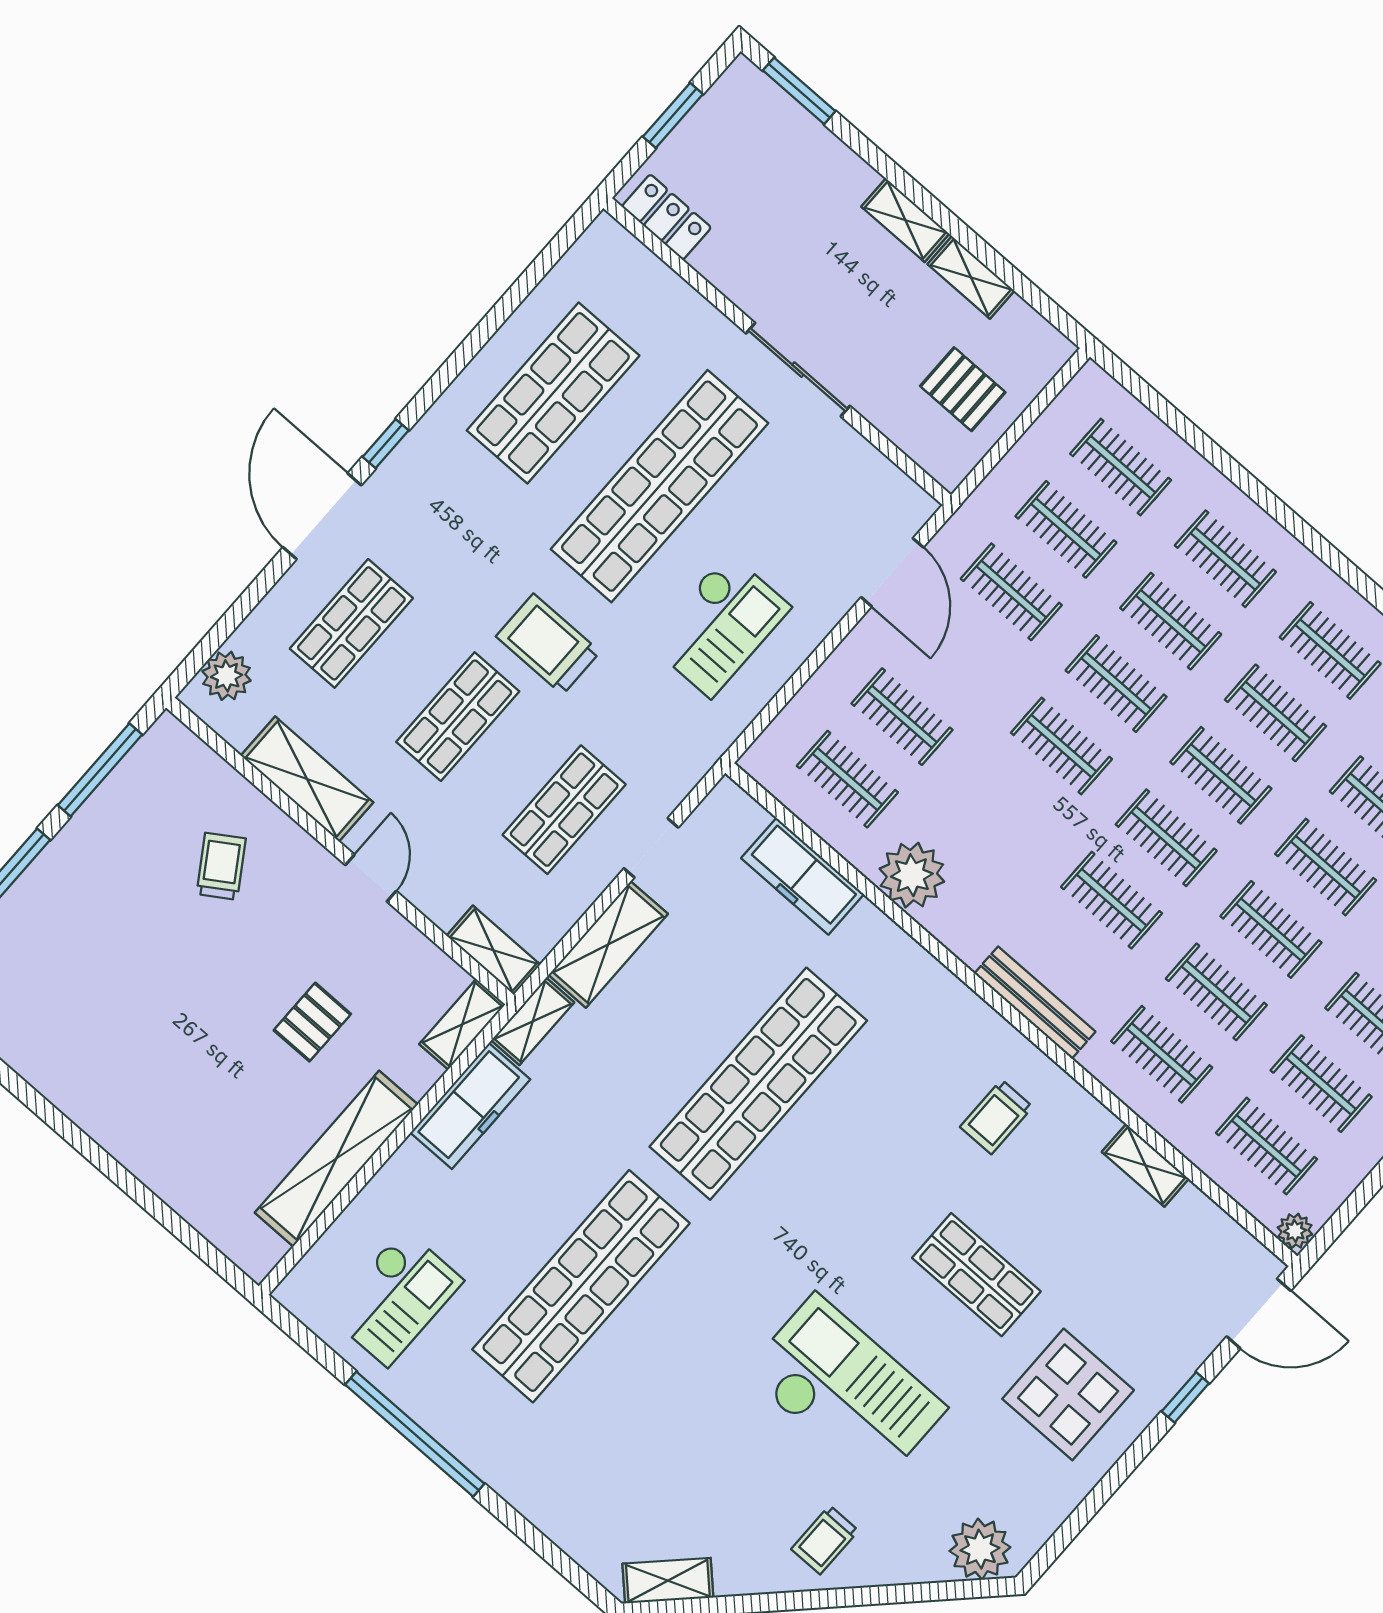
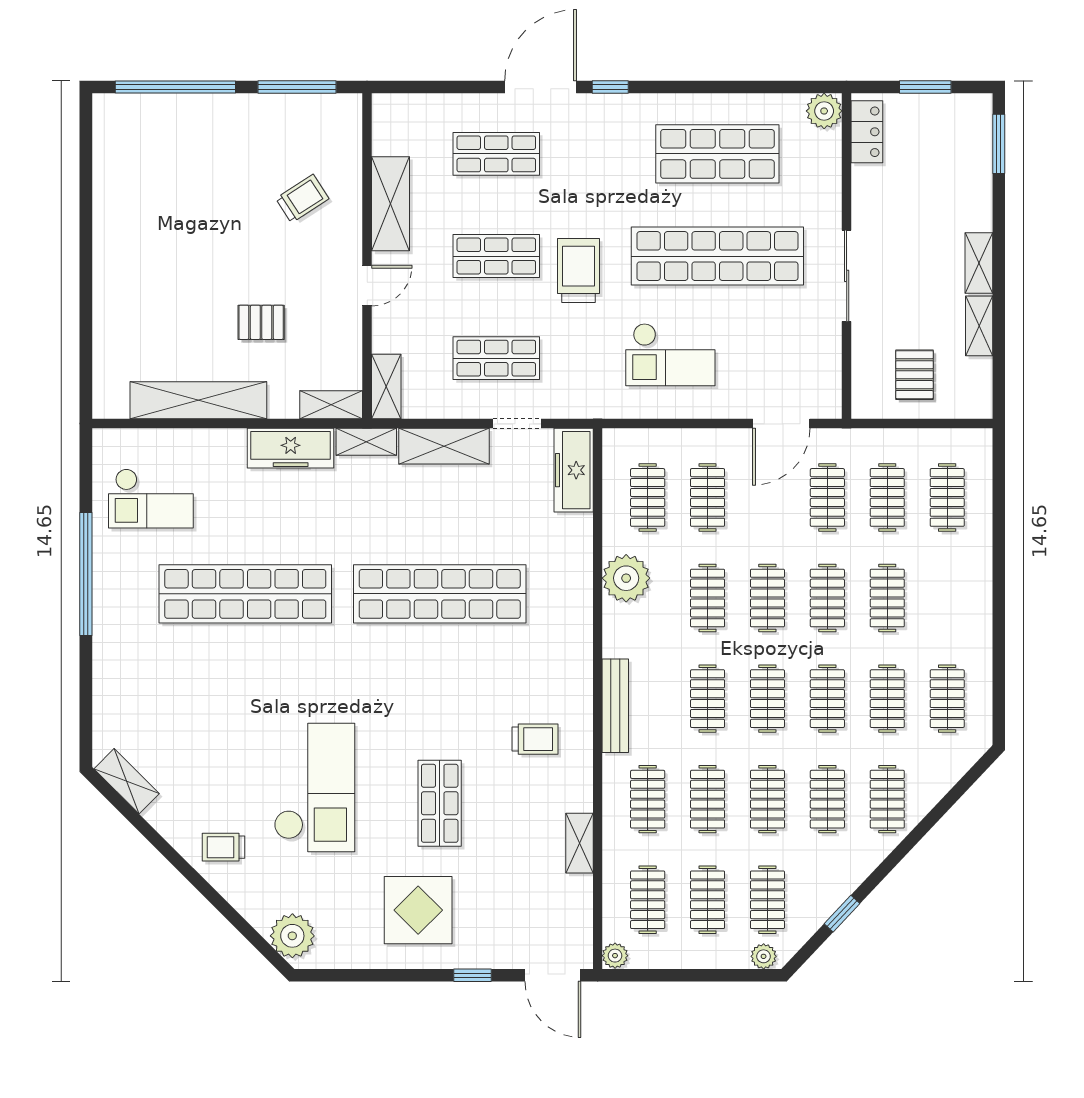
clothes rail: (1225, 559) -> (708, 598), moved
plant: (227, 676) -> (824, 111), moved
freezer: (803, 876) -> (574, 470), moved
trolley: (996, 1117) -> (535, 739), turned 180

